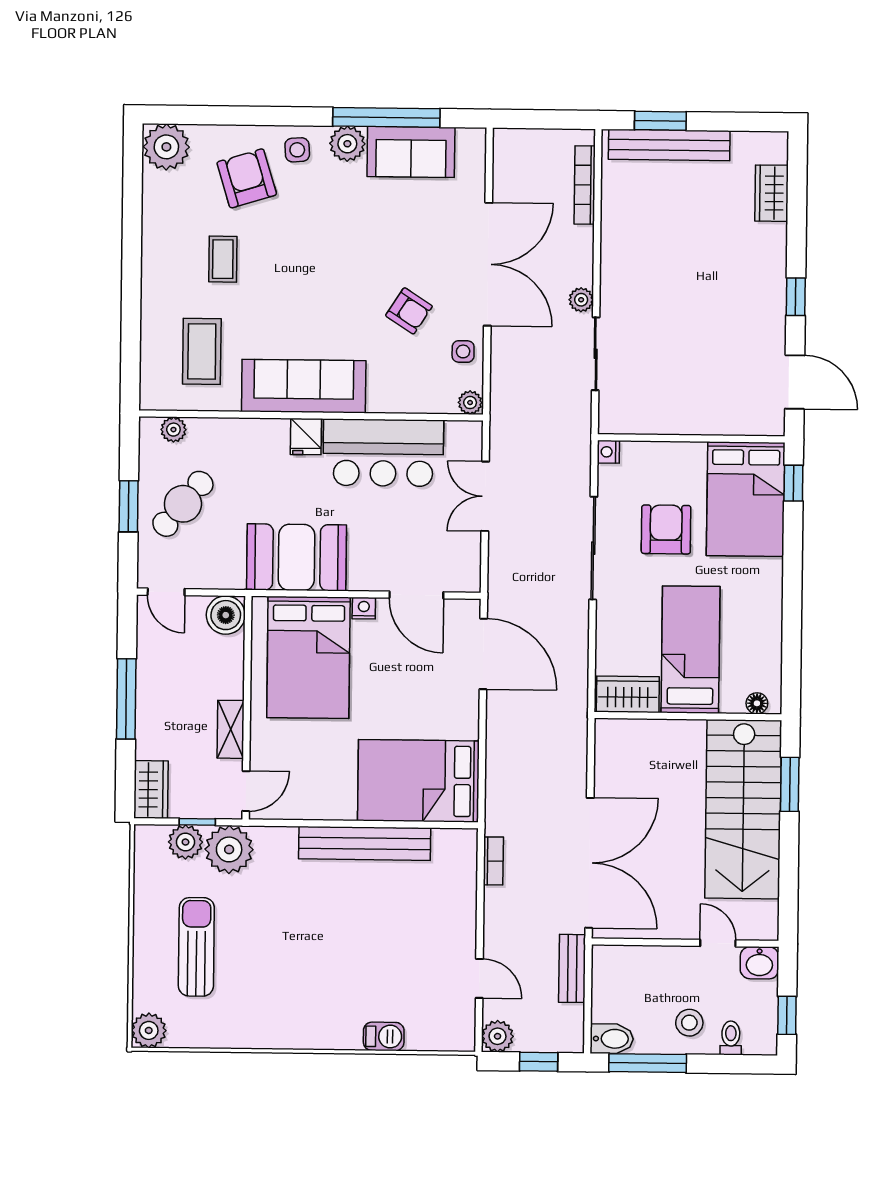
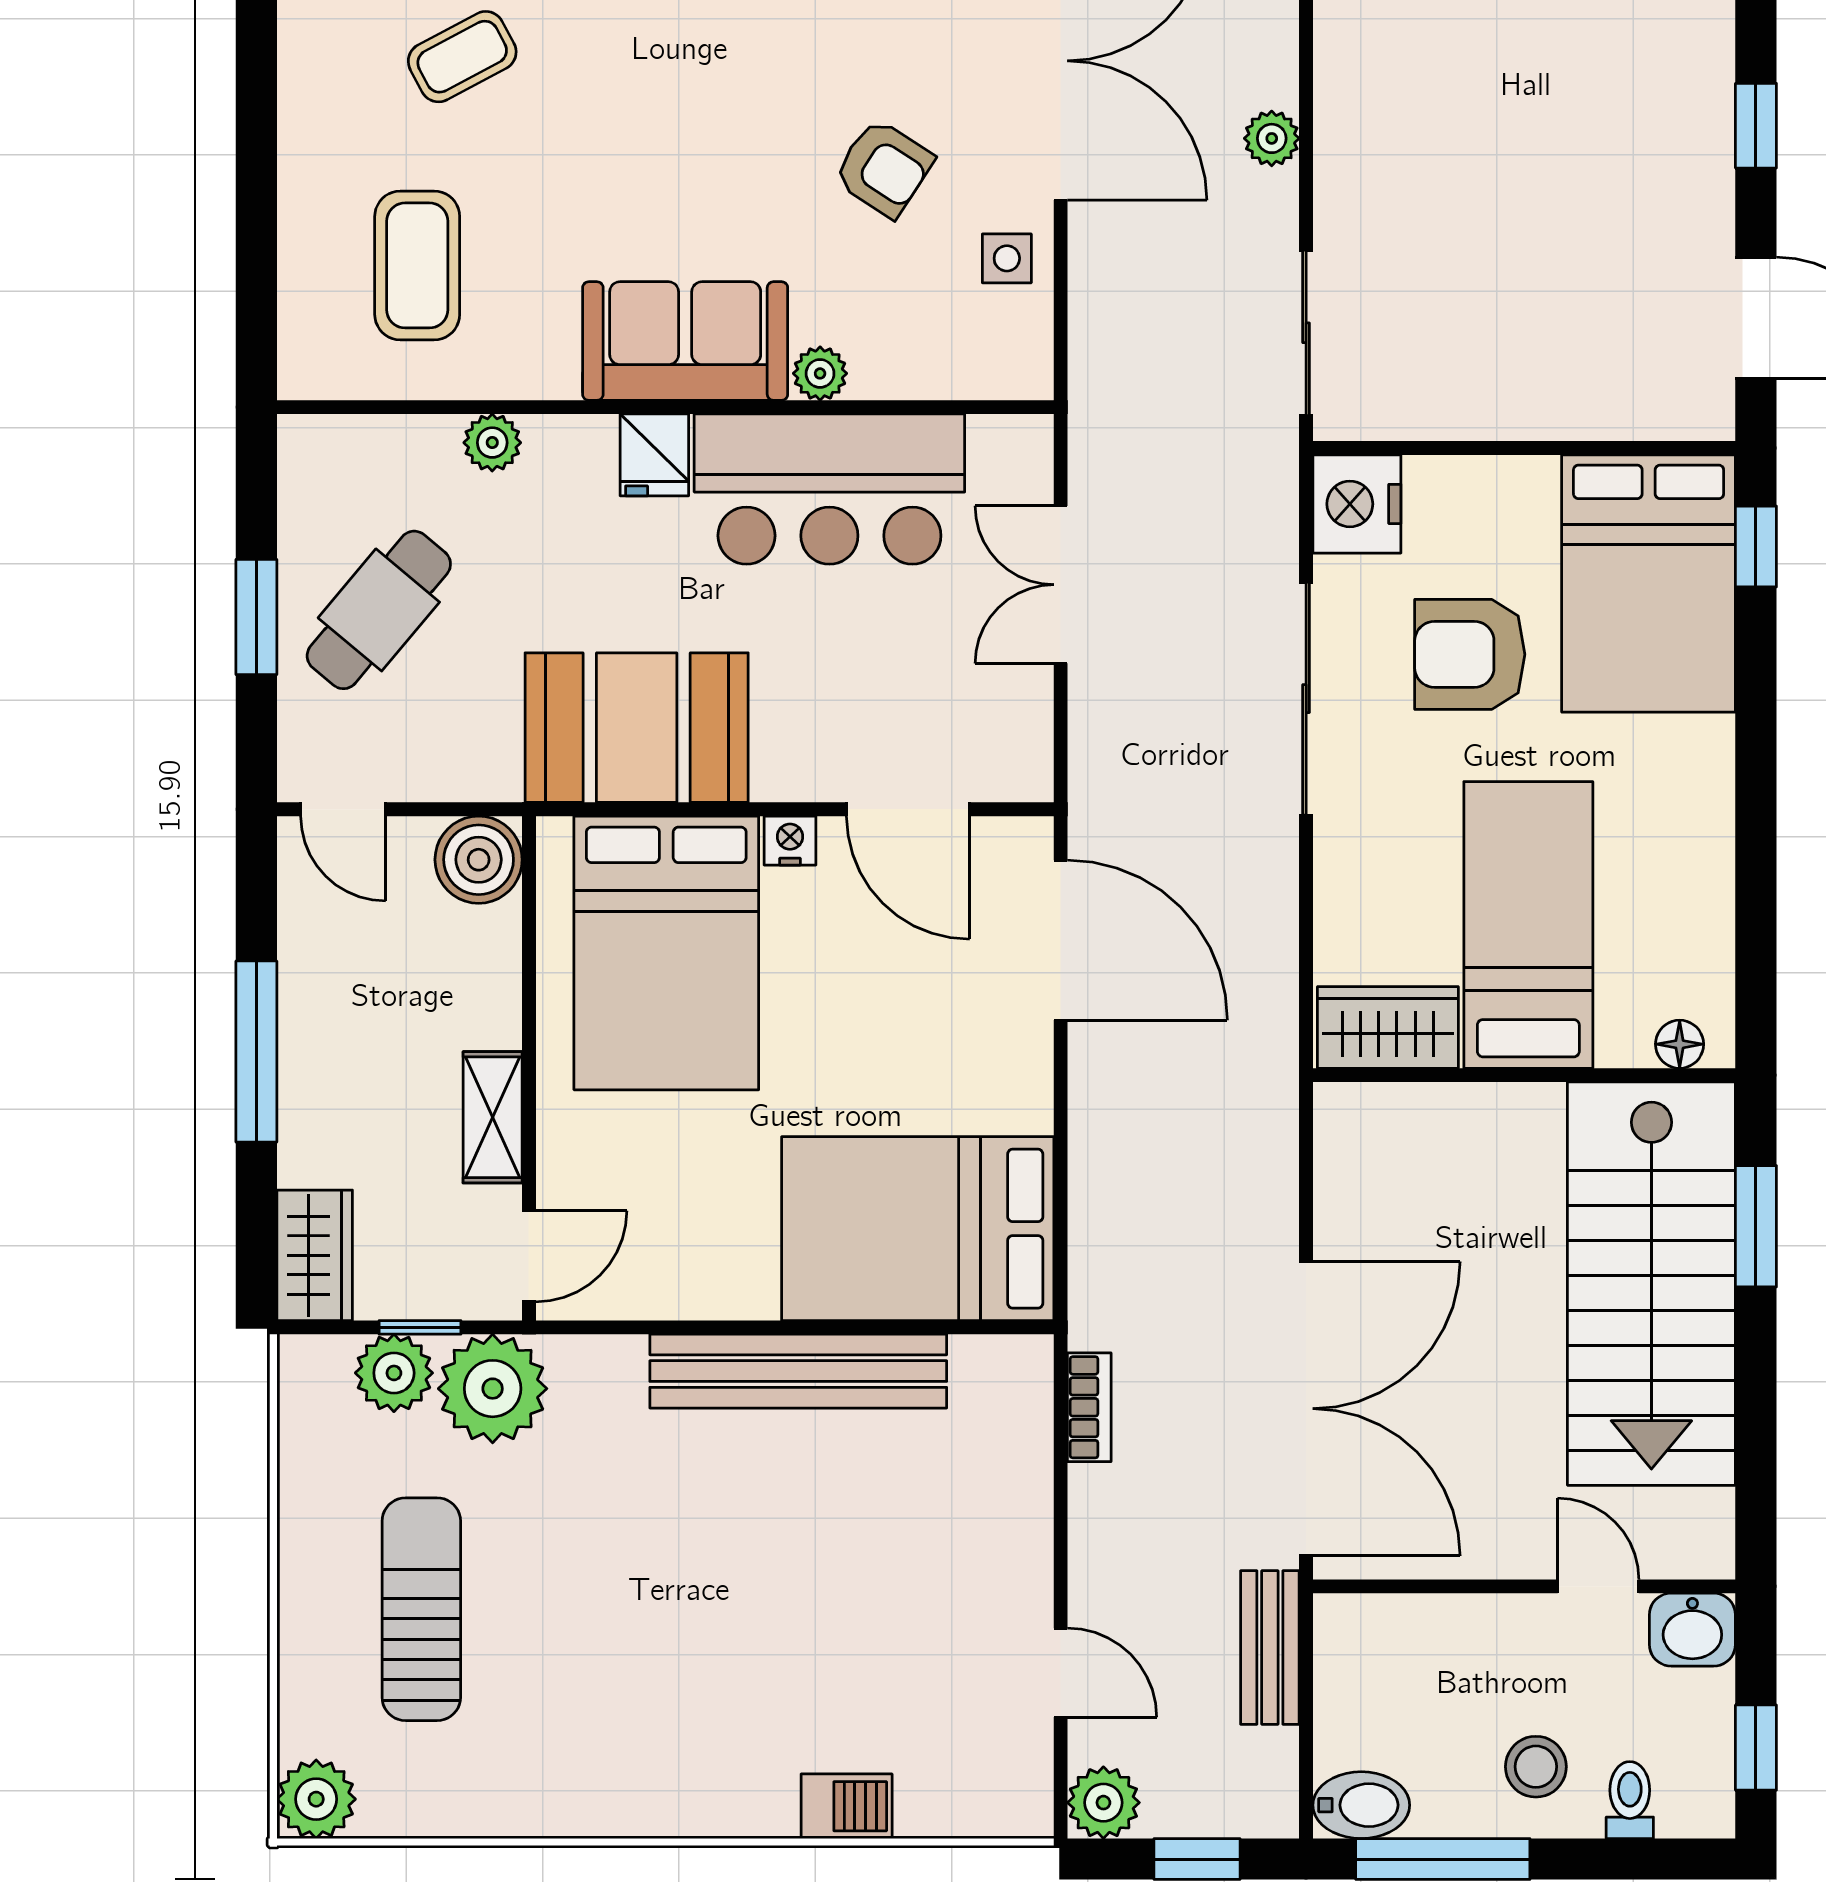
coffee table: (223, 259) -> (462, 57), turned 62
sliding door: (596, 354) -> (1306, 333), moved
sofa: (304, 386) -> (685, 341), width x0.73
plant: (470, 403) -> (820, 373), moved
plant: (173, 430) -> (492, 443), moved
nightstand: (608, 452) -> (1357, 504), width x1.89, depth x1.79
armchair: (666, 529) -> (1470, 654), turned -90

